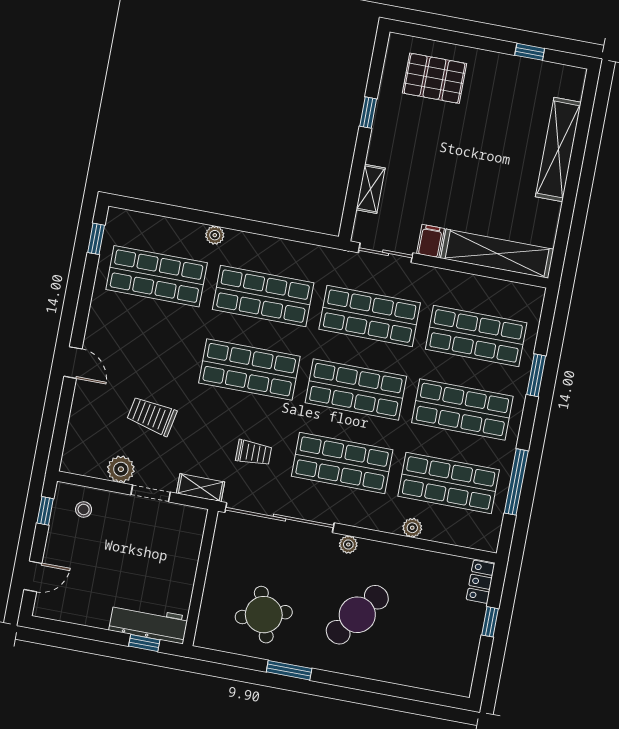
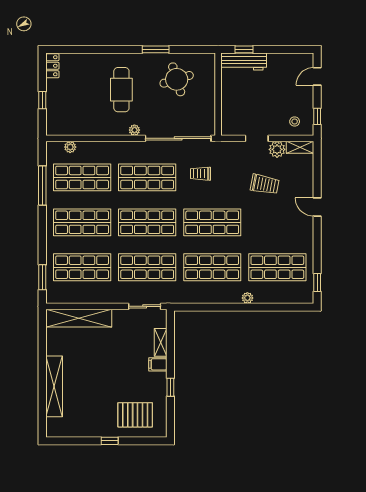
window: (530, 52) -> (110, 441), moved
filing cabinet: (430, 241) -> (158, 364), moved, turned 90
window: (536, 375) -> (42, 277), moved
shelving: (200, 488) -> (300, 147), moved
plant: (412, 528) -> (70, 147), moved
locker: (480, 582) -> (52, 66), moved
cafe table: (357, 615) -> (121, 90), turned -37

